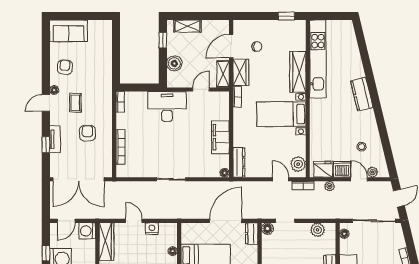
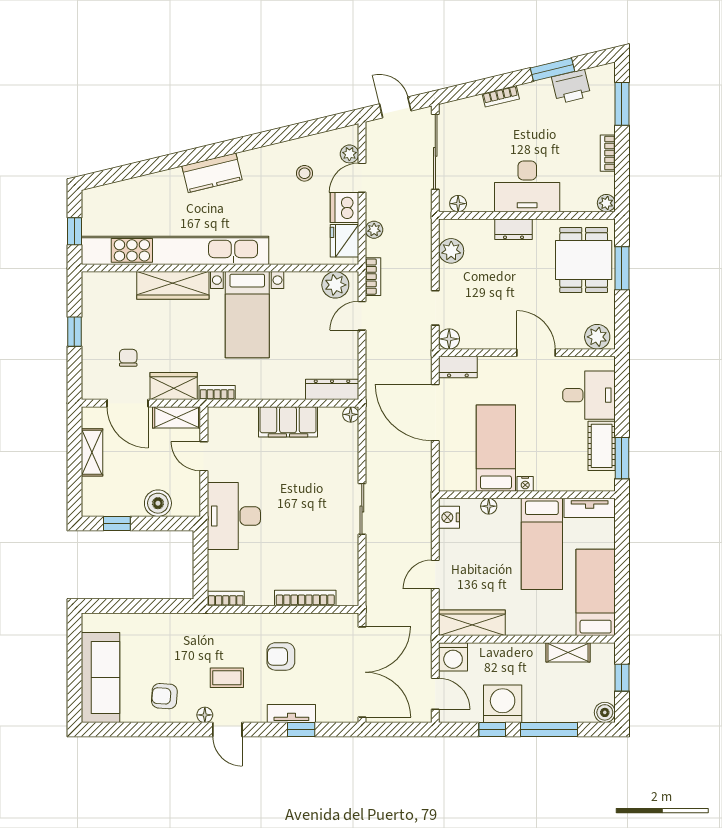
window: (286, 16) -> (74, 332), moved
window: (329, 16) -> (74, 231), added
shelving: (188, 26) -> (92, 452), moved
sofa: (69, 31) -> (101, 678), width x1.36
kitchen unit: (318, 59) -> (175, 250), width x1.36
nightstand: (152, 229) -> (449, 517), moved

